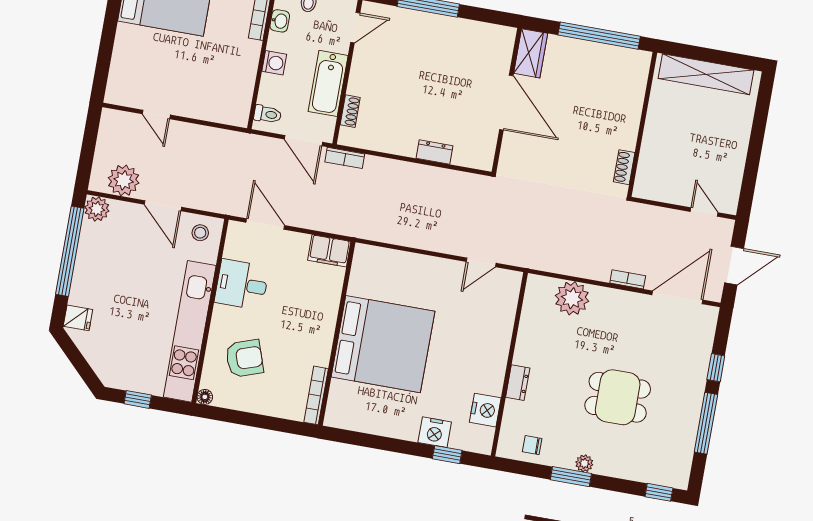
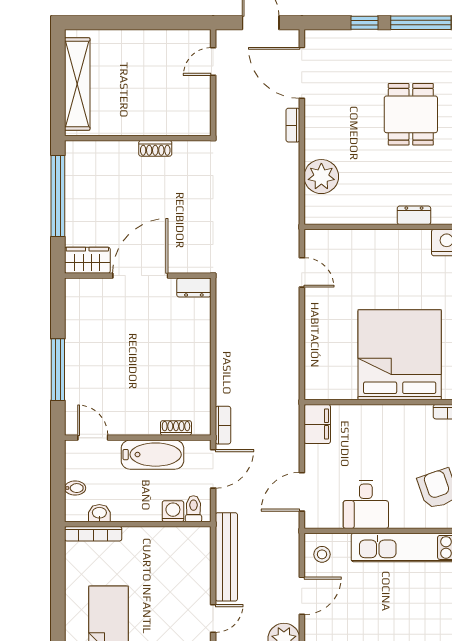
washing machine: (274, 63) -> (173, 511), moved
bench: (214, 138) -> (226, 557), added
dresser: (434, 152) -> (194, 287), moved, turned -90
shoe rack: (624, 167) -> (155, 148), moved

